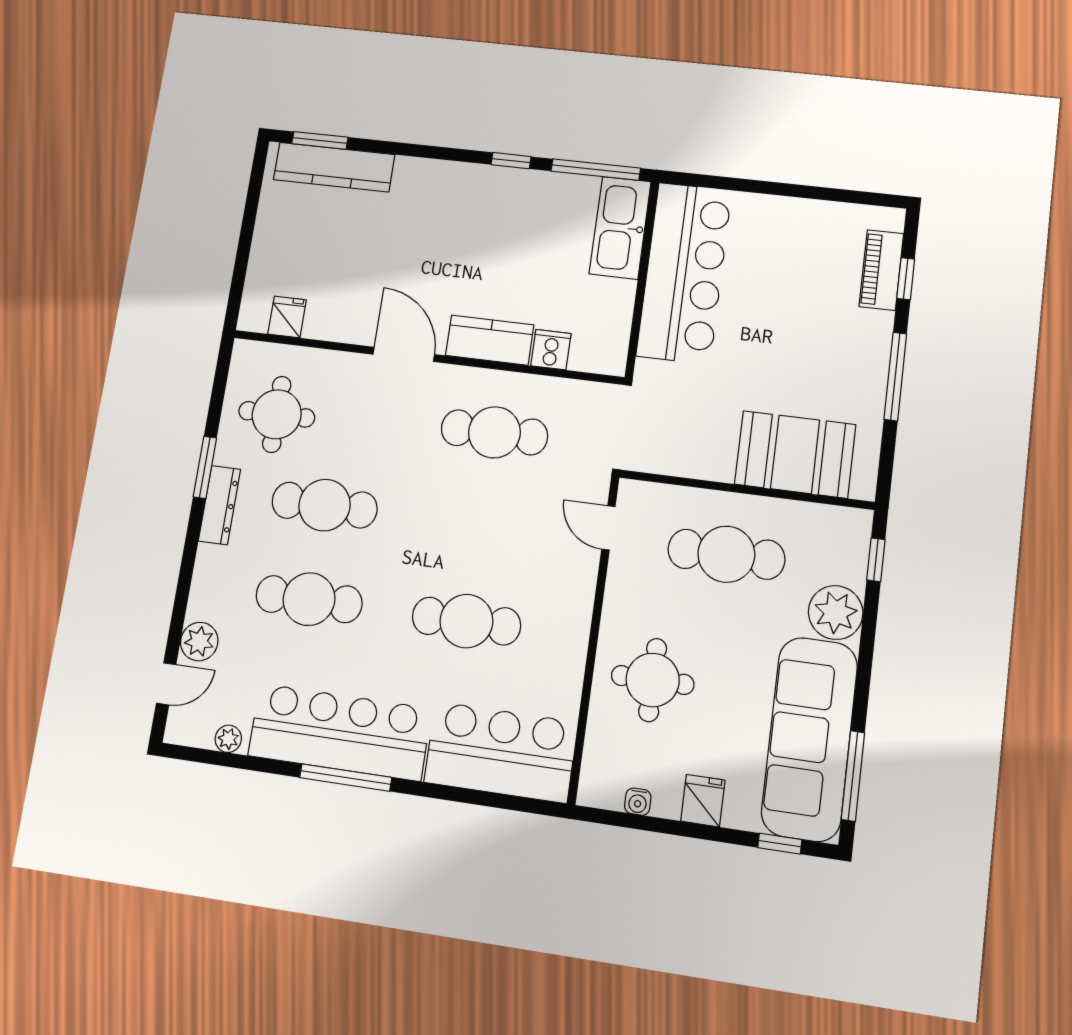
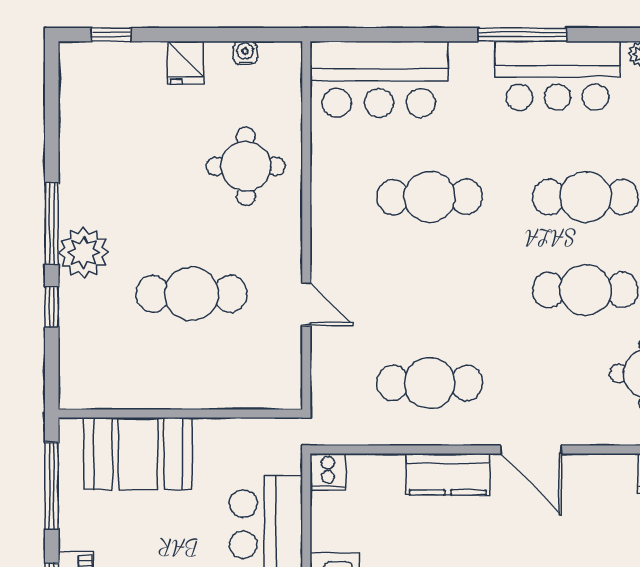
cooker: (551, 350) -> (328, 472), moved
booth: (795, 454) -> (138, 454), moved
wall: (746, 490) -> (180, 414), moved
bar counter: (340, 732) -> (557, 76), width x0.73
sofa: (810, 739) -> (95, 133), removed
window: (853, 776) -> (52, 224), moved

